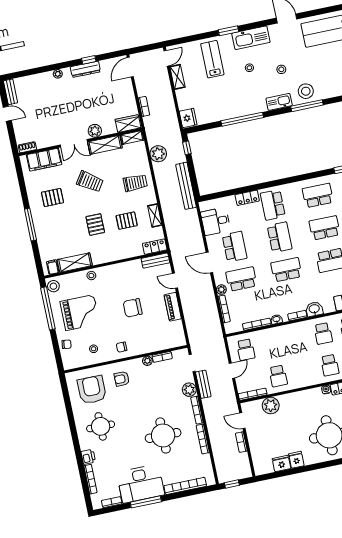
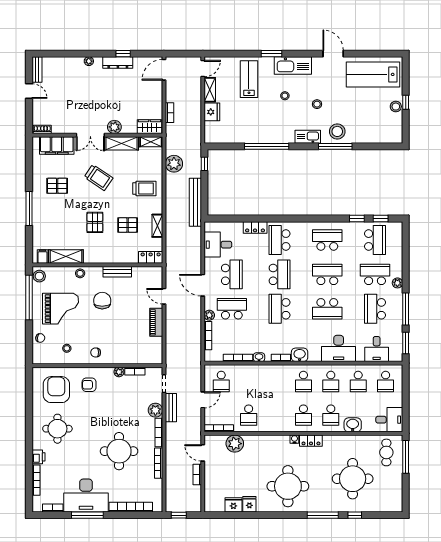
fridge: (188, 118) -> (212, 112), moved
bench: (155, 261) -> (117, 272), moved
school desk: (286, 270) -> (280, 309), turned -90
chair: (133, 308) -> (102, 301), moved, turned 90

